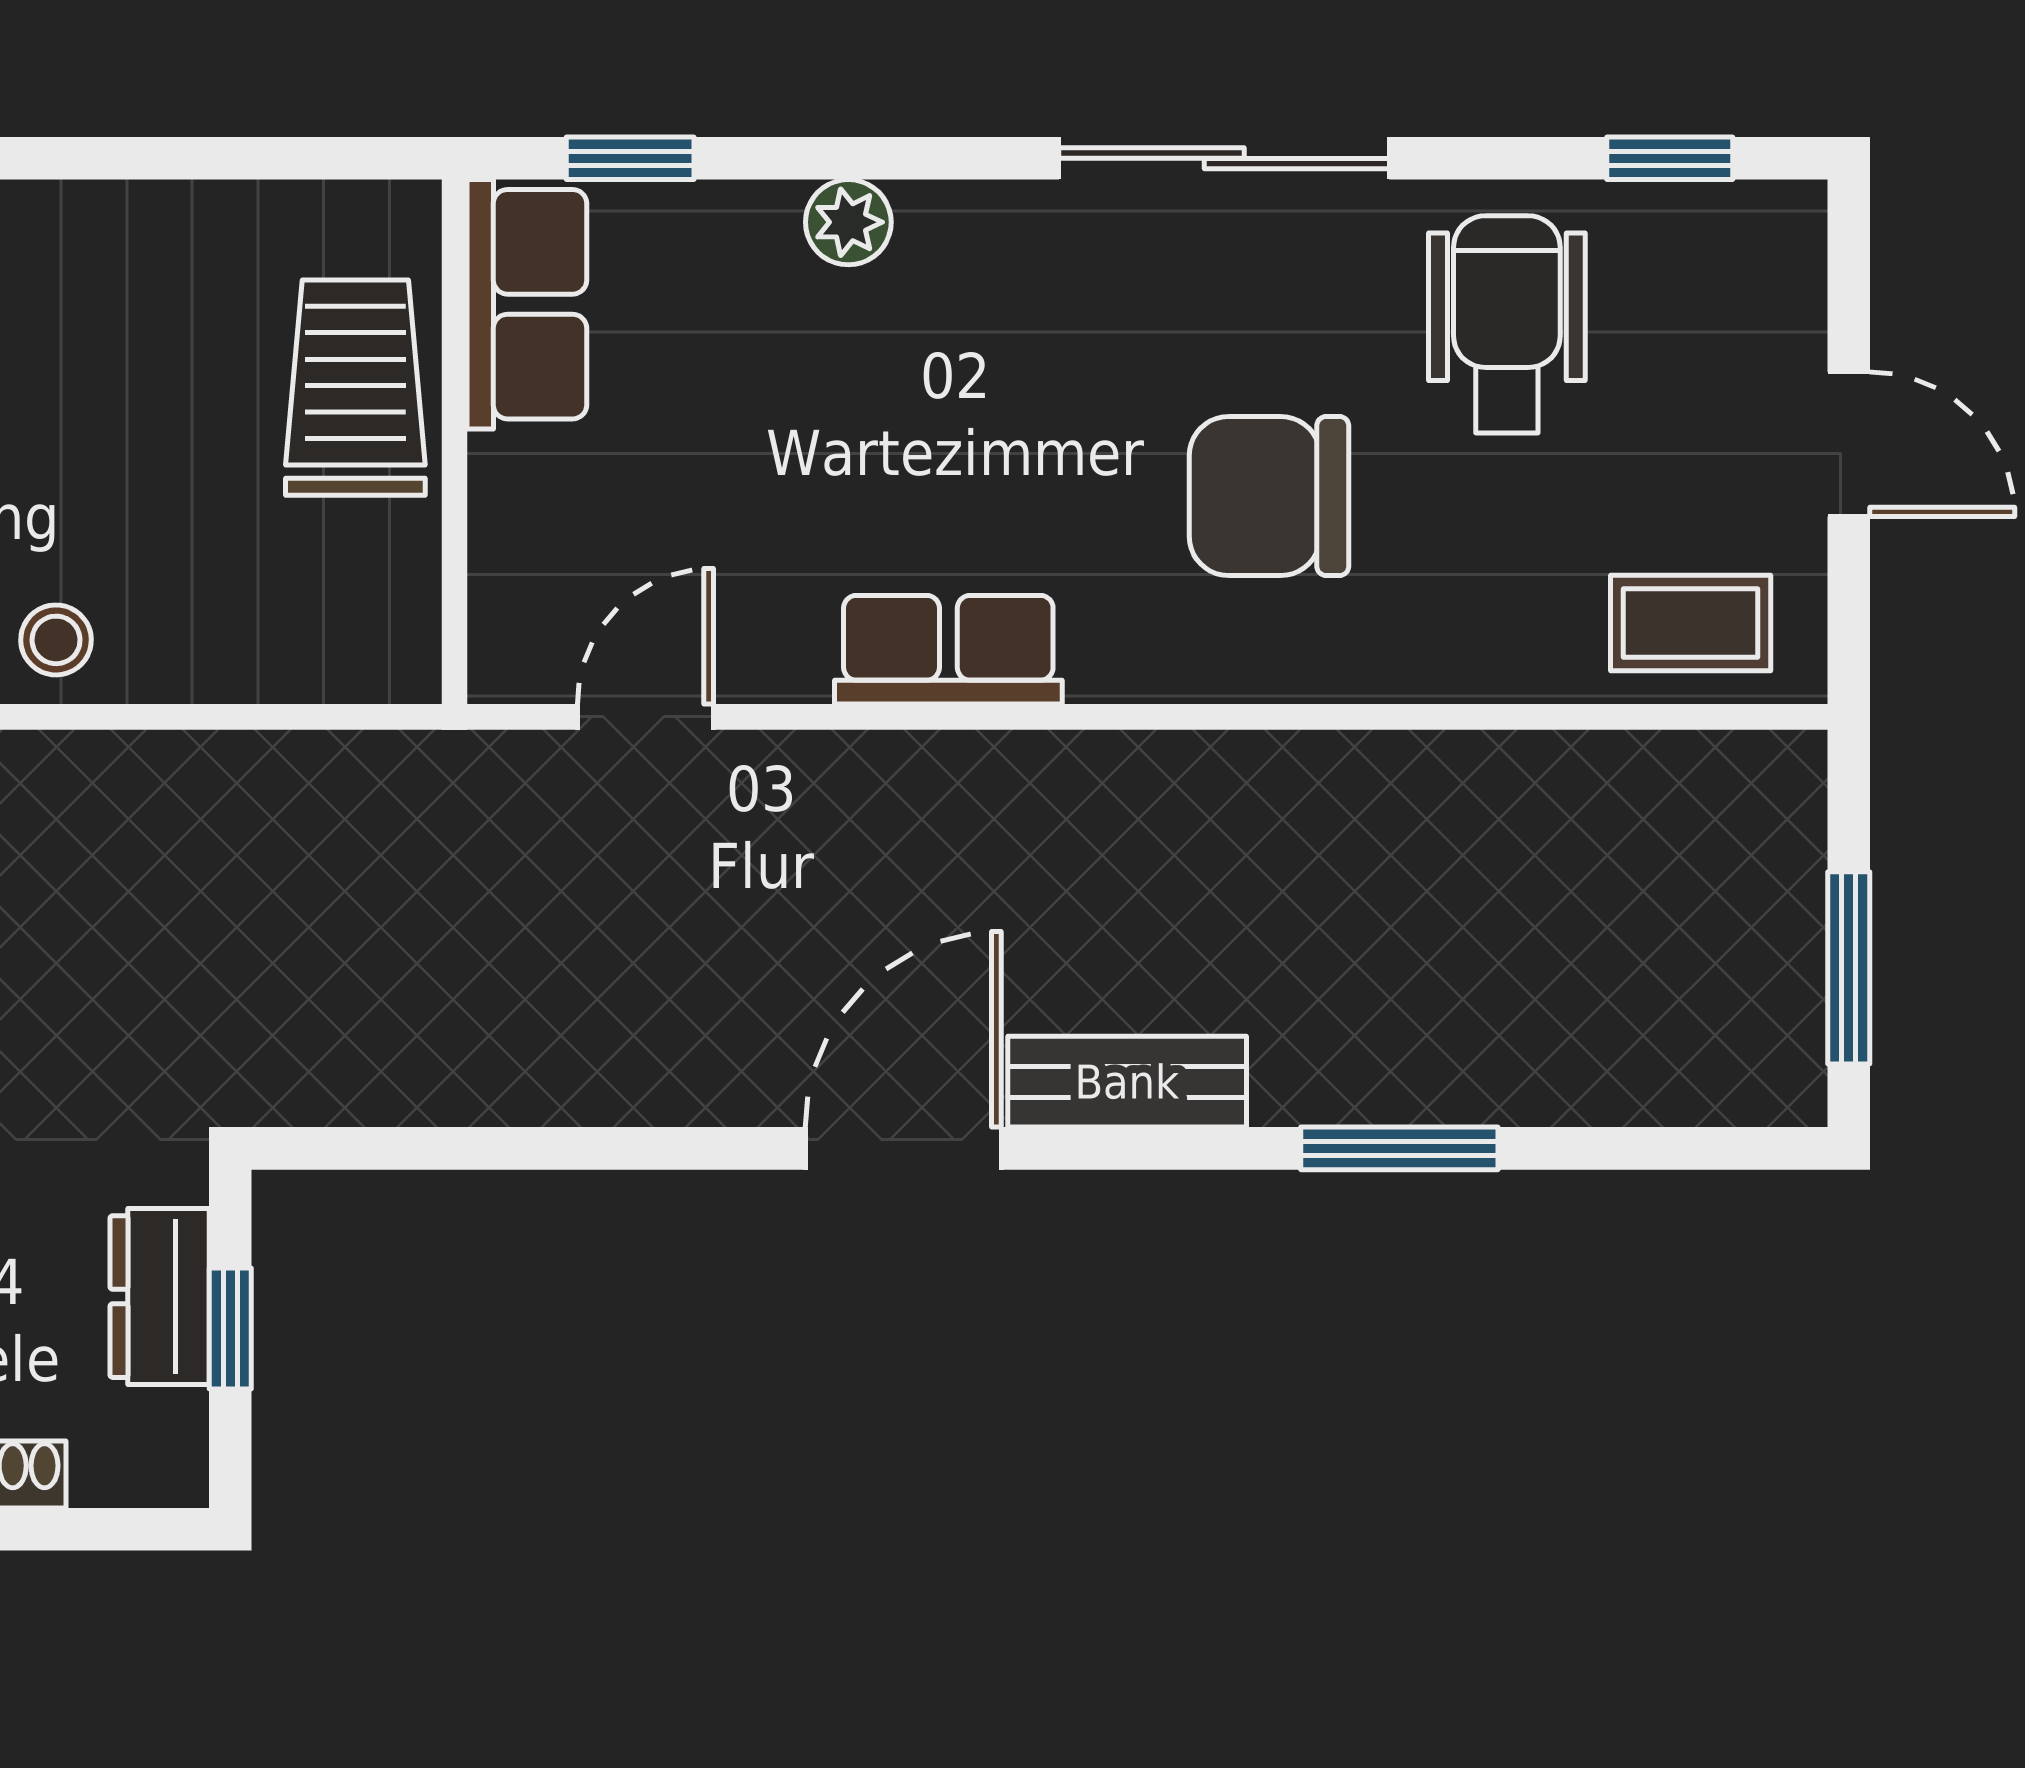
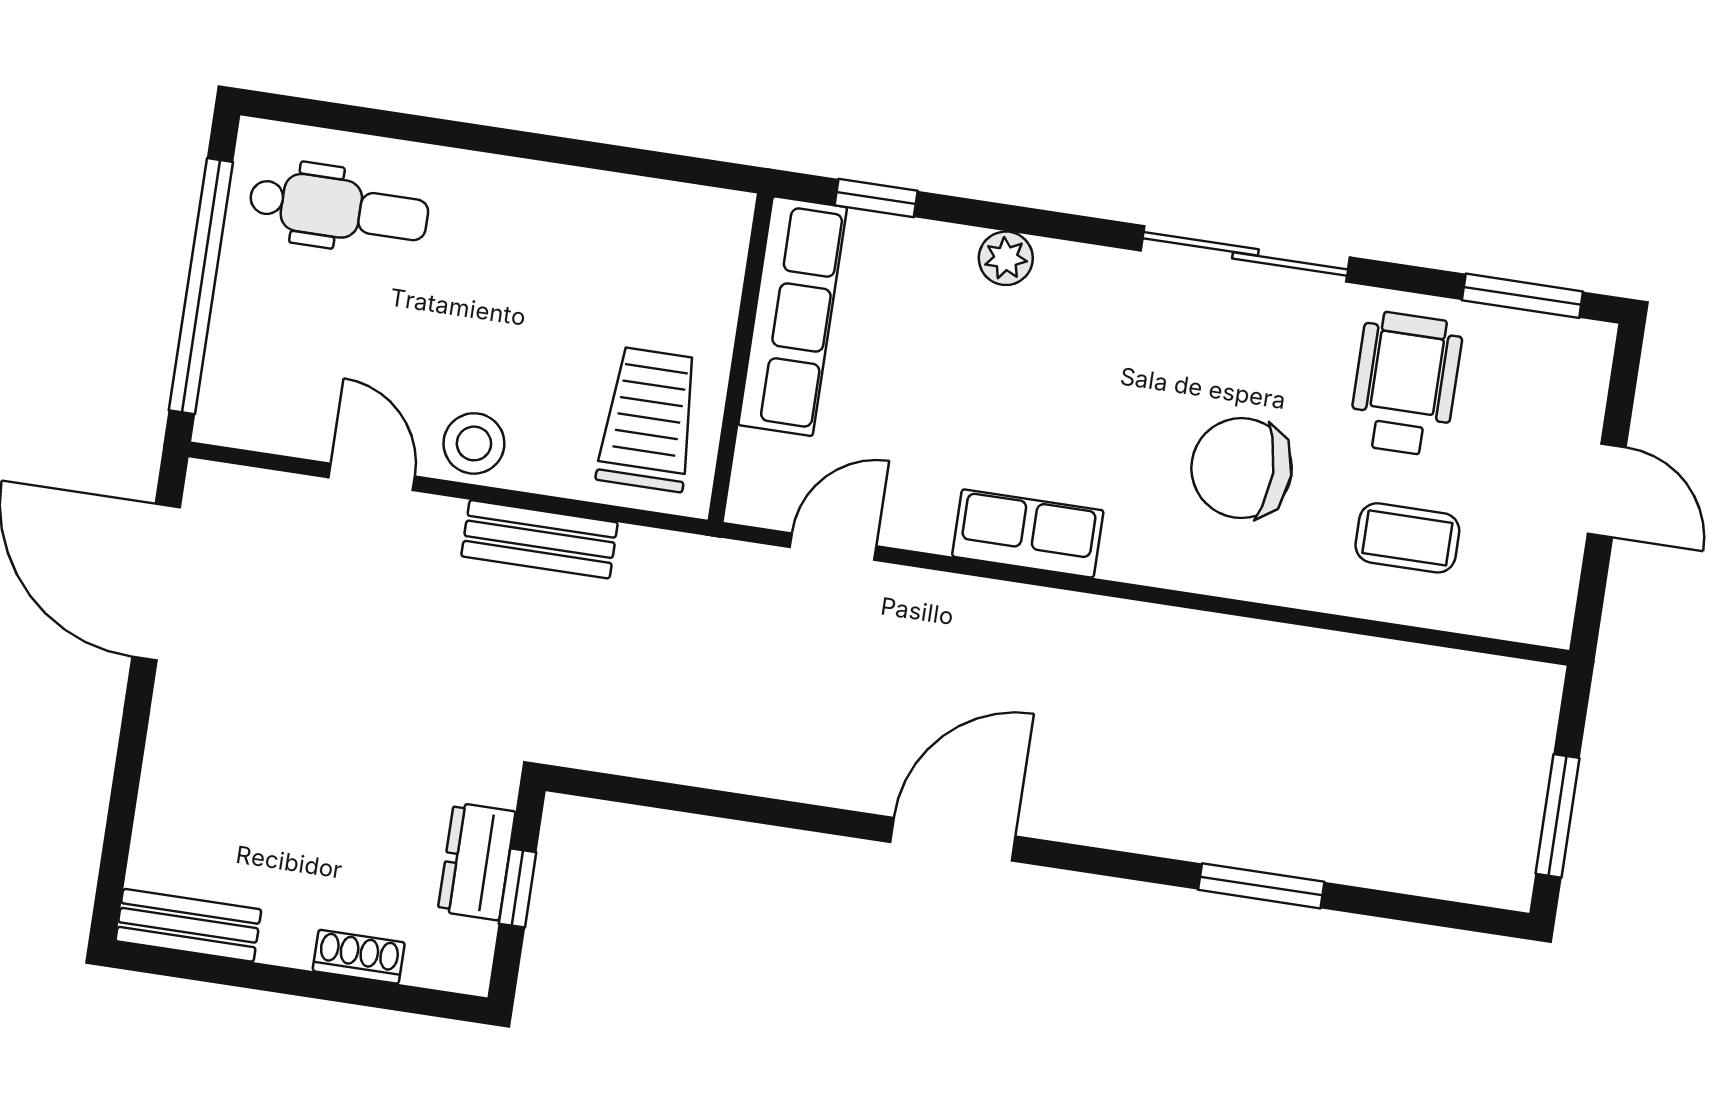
window: (1670, 158) -> (1522, 296), width x1.50
row of seats: (527, 304) -> (793, 316), width x1.48
trolley: (355, 388) -> (649, 419), moved
coffee table: (1691, 623) -> (1407, 538), moved
stool: (56, 640) -> (474, 443), width x1.37, depth x1.37
bench: (1127, 1082) -> (540, 539), moved

